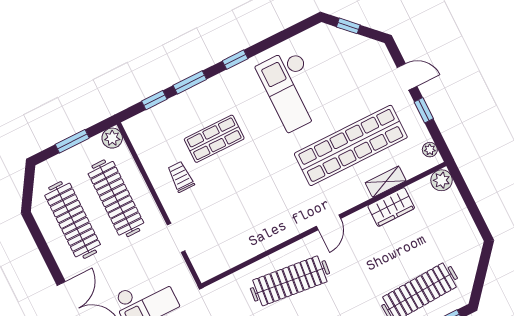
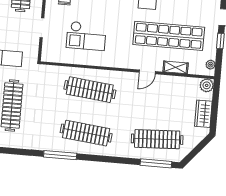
wardrobe: (391, 207) -> (203, 114), moved, turned 90
checkout: (242, 213) -> (86, 36), added
door: (328, 222) -> (147, 72), moved

